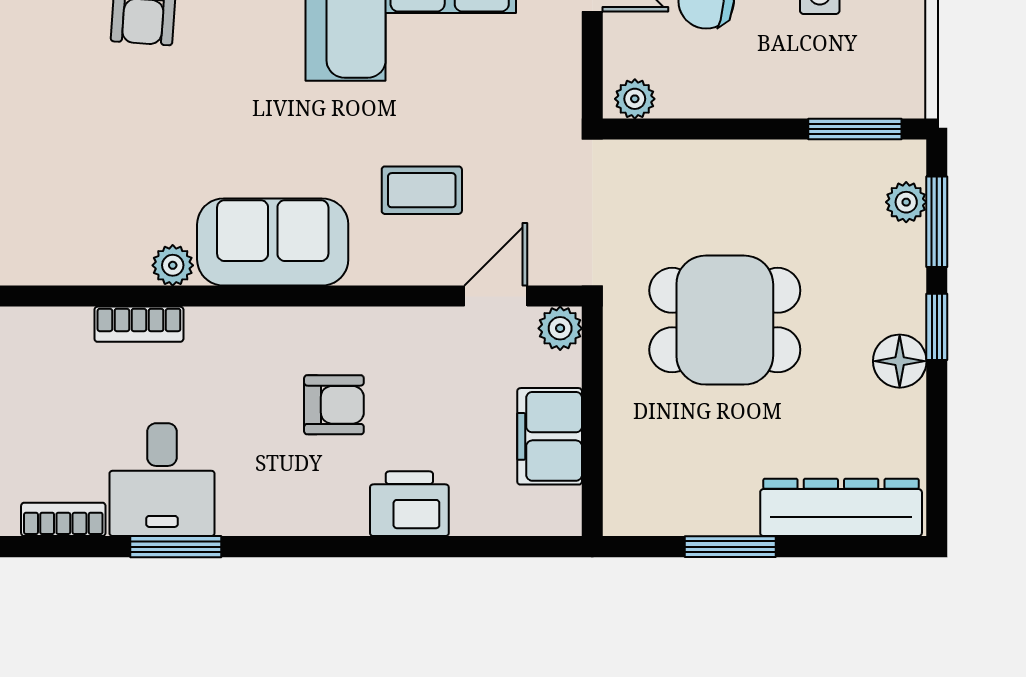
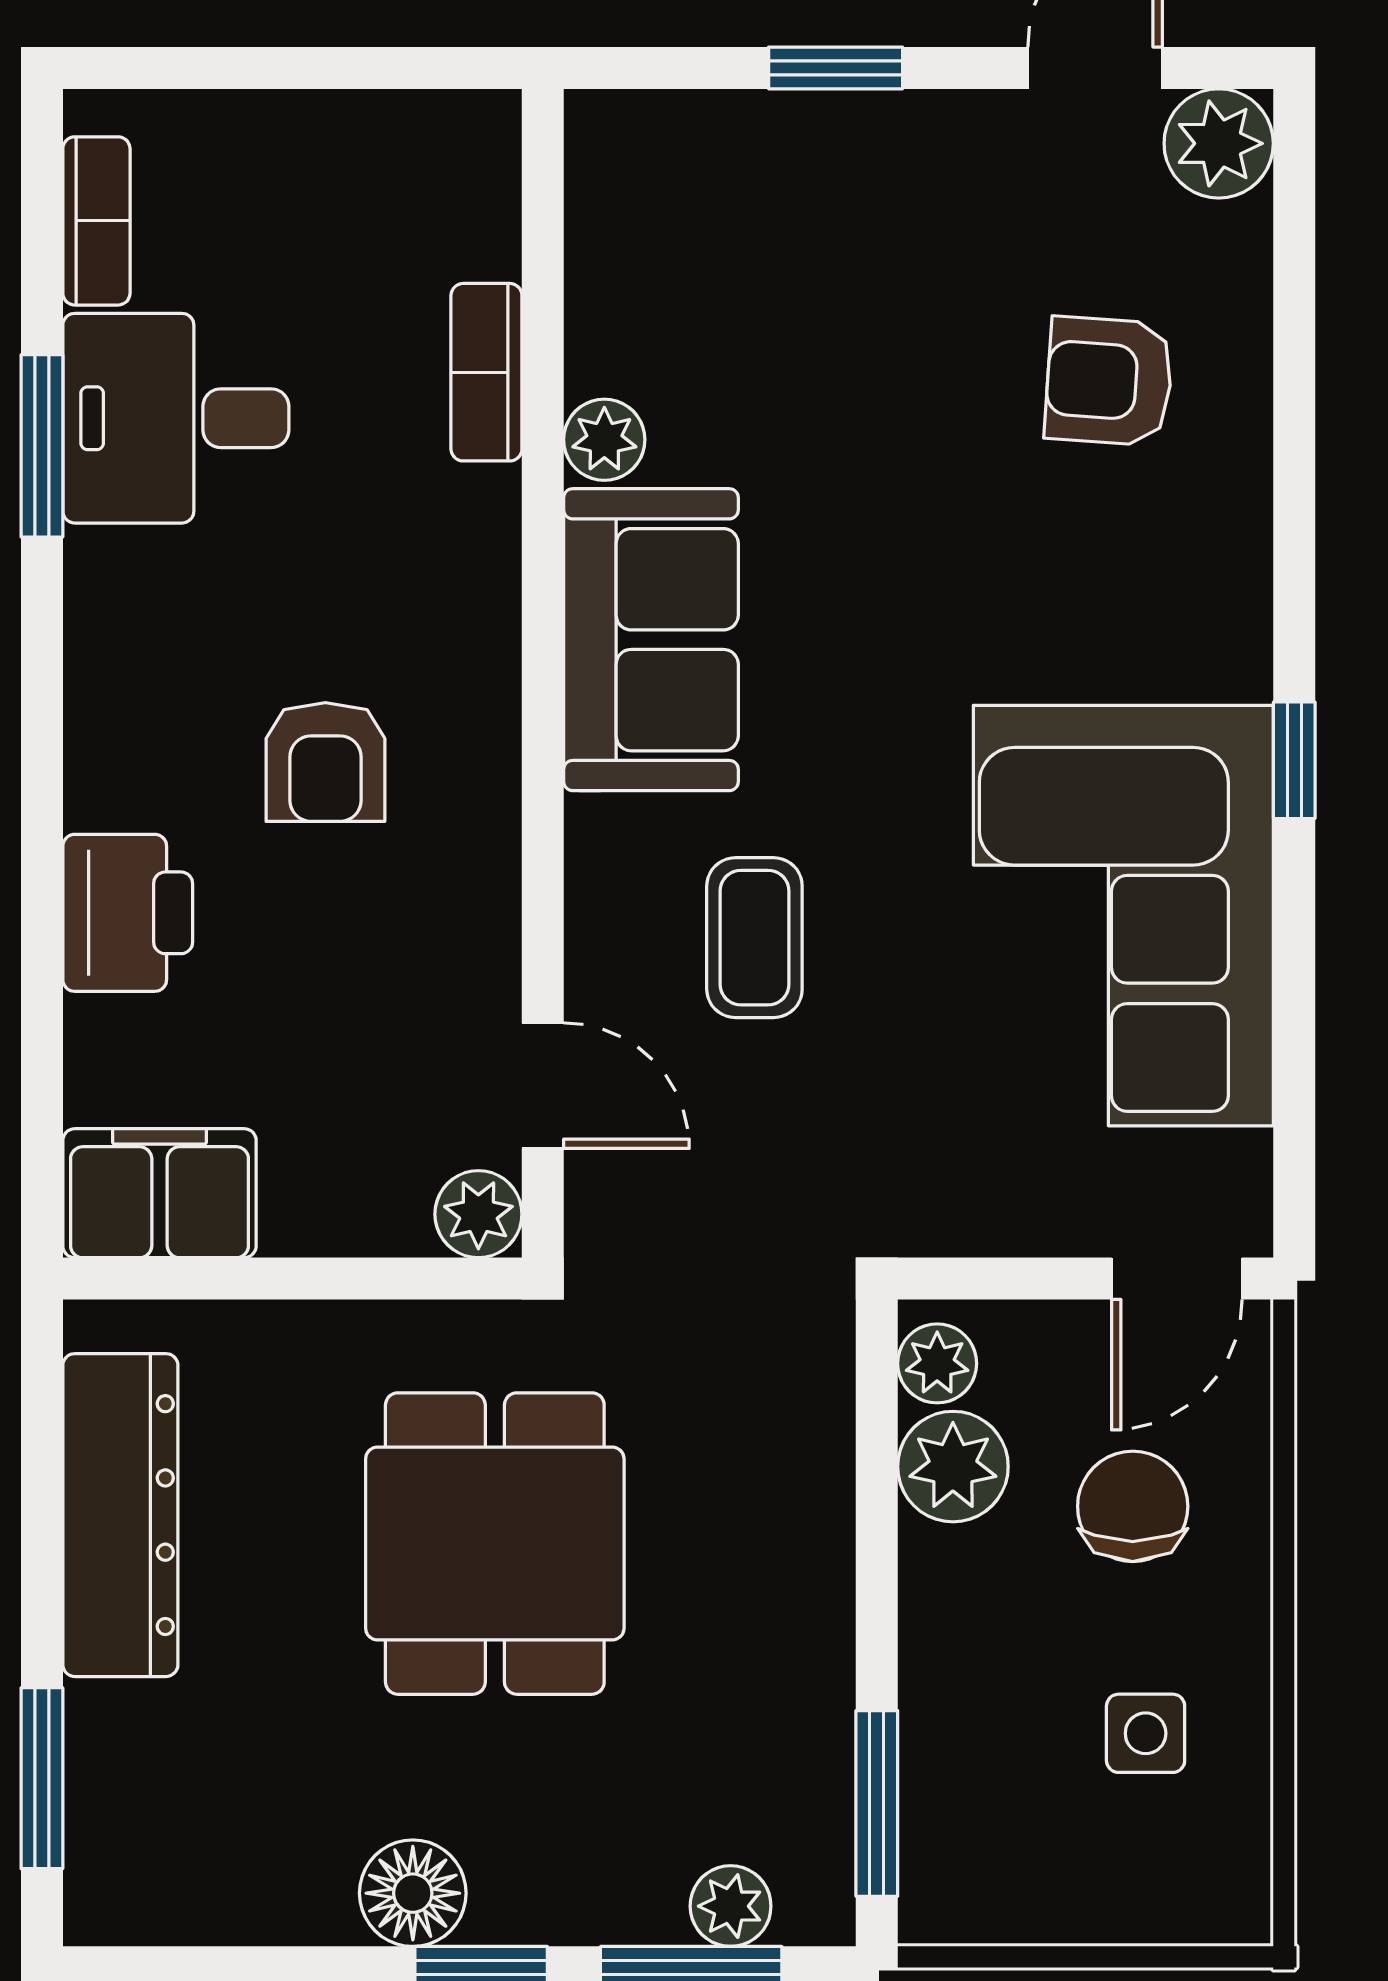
plant: (686, 91) -> (953, 1467), added
filing cabinet: (550, 436) -> (160, 1193), moved
dresser: (841, 507) -> (120, 1515), moved
window: (730, 547) -> (42, 1778), moved

